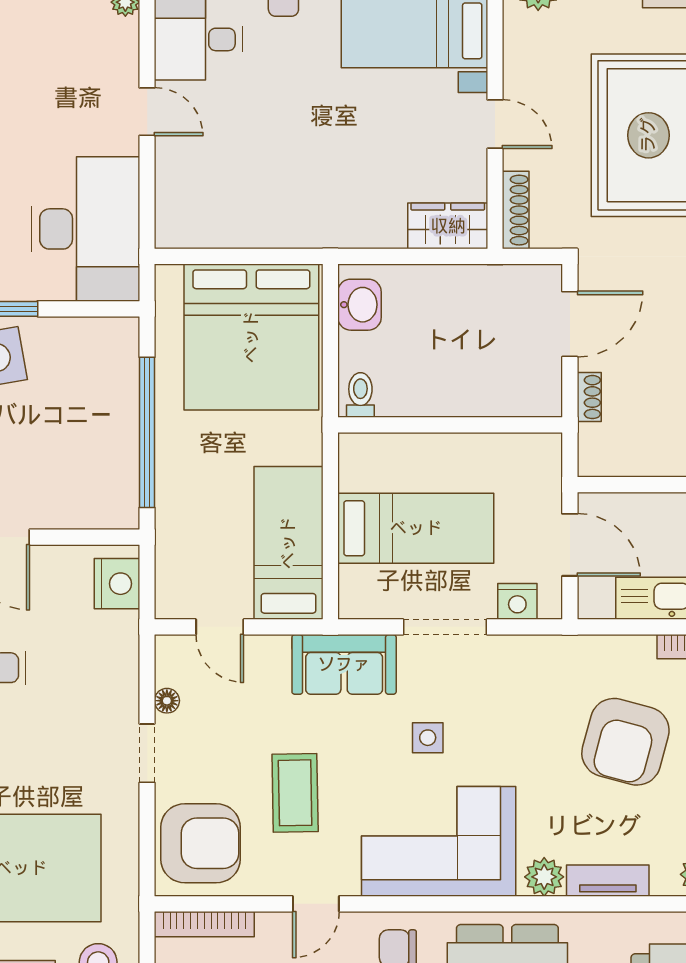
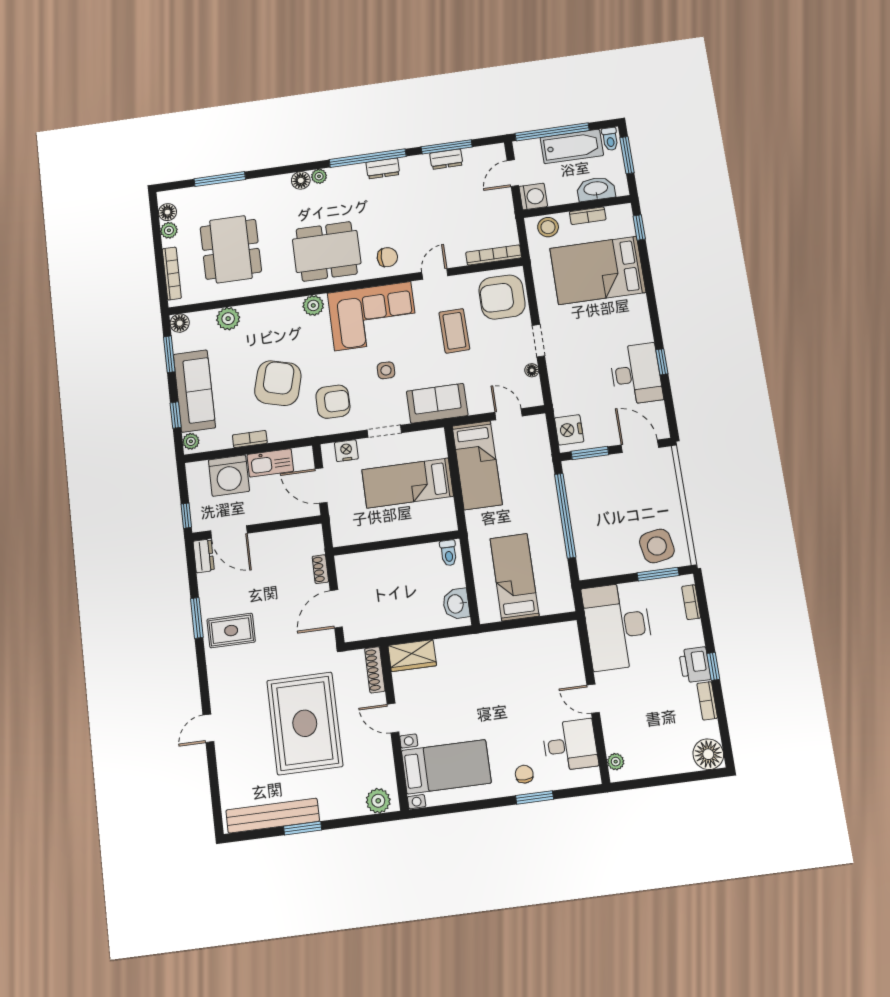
bed: (251, 337) -> (514, 577), width x0.49
window: (87, 537) -> (590, 453), added
doorway: (445, 627) -> (384, 431), width x0.73
armchair: (530, 694) -> (333, 402), added
tv unit: (608, 881) -> (279, 308), removed

